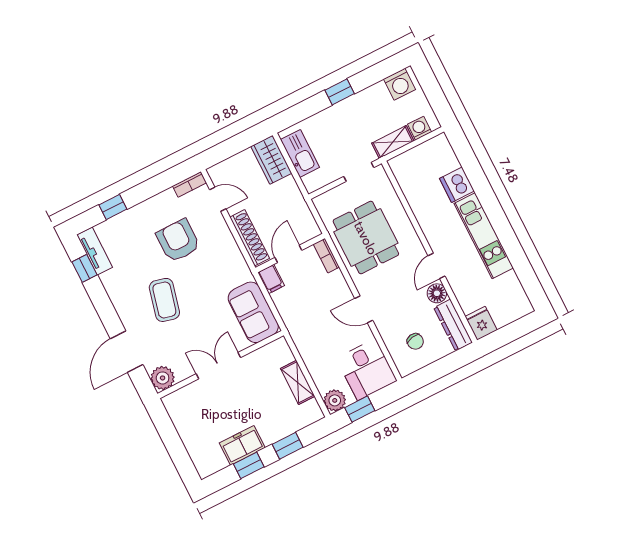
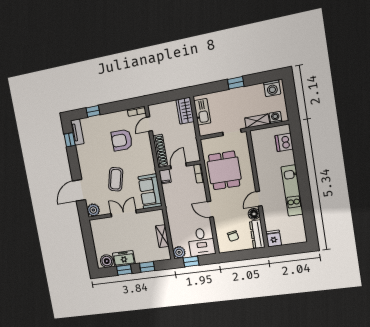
dishwasher: (457, 185) -> (284, 142), moved
door: (218, 199) -> (149, 124), swing flipped
armchair: (178, 241) -> (122, 140), turned -90
coffee table: (164, 300) -> (116, 179), moved
boiler: (213, 461) -> (107, 261), added

